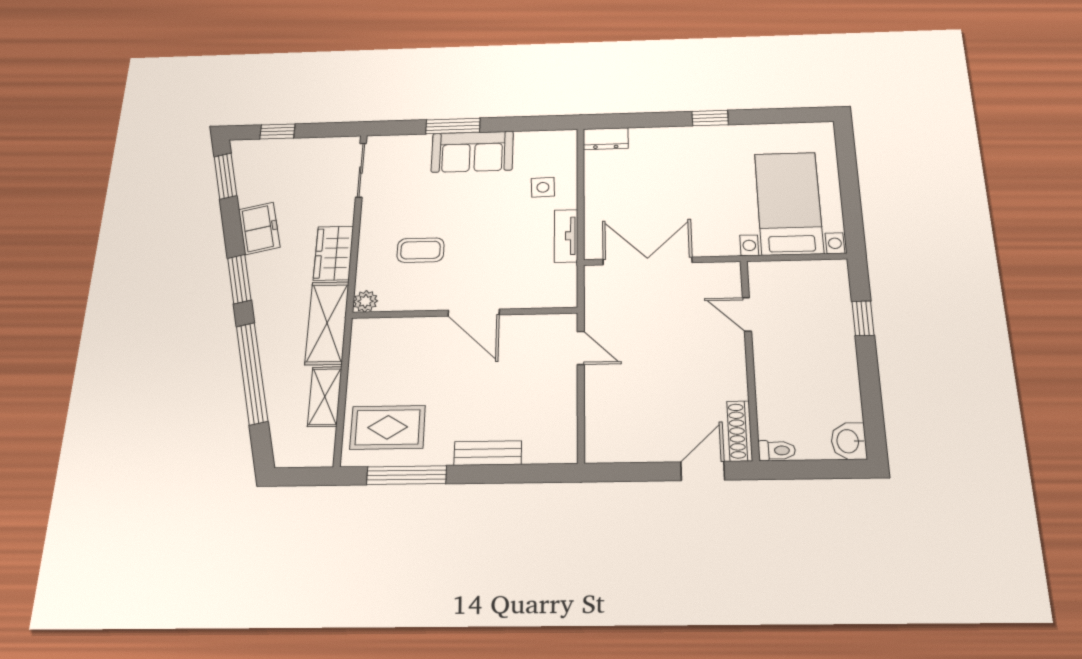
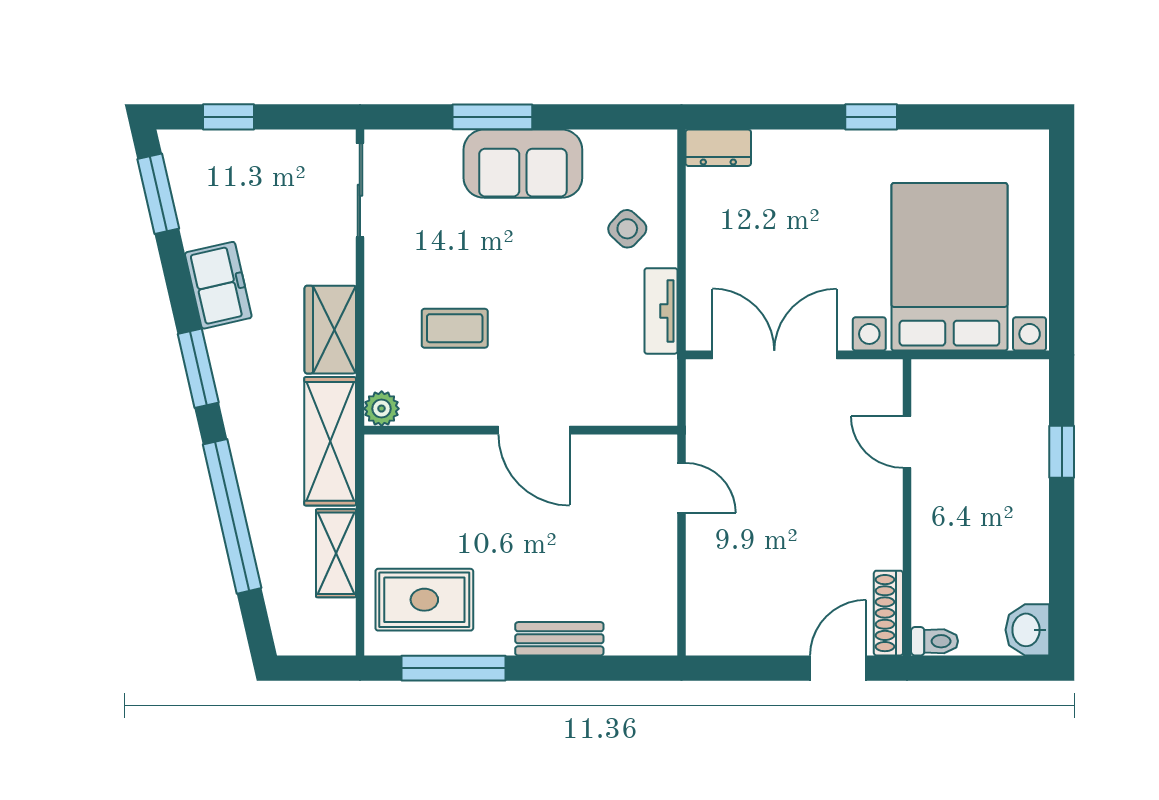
side table: (543, 187) -> (627, 229), turned 45
bed with nightstands: (789, 203) -> (949, 267), width x1.36

